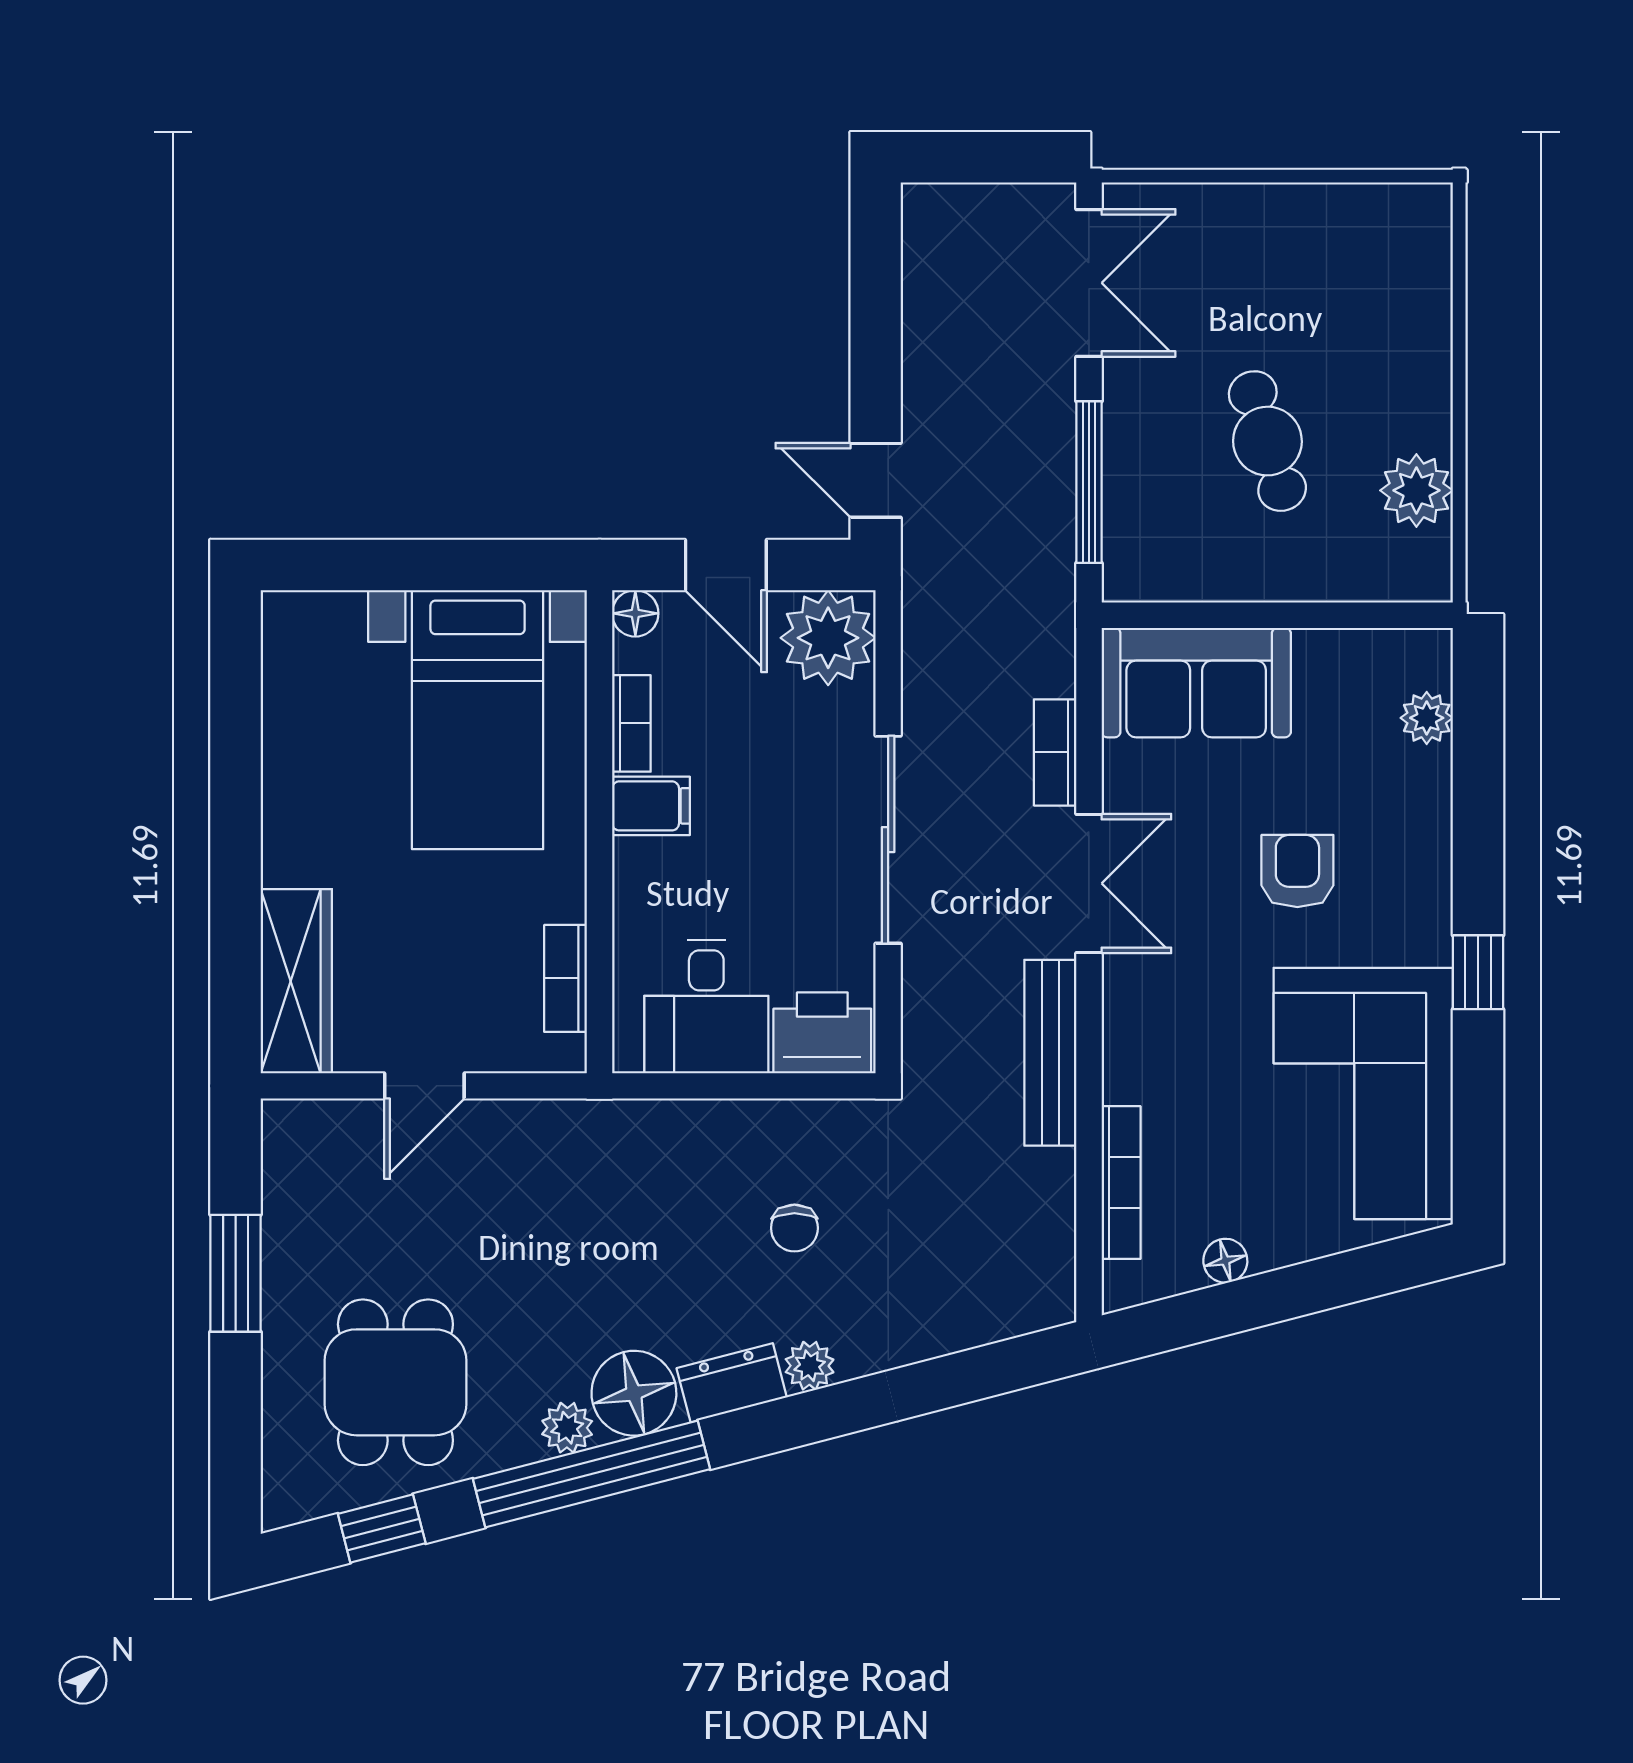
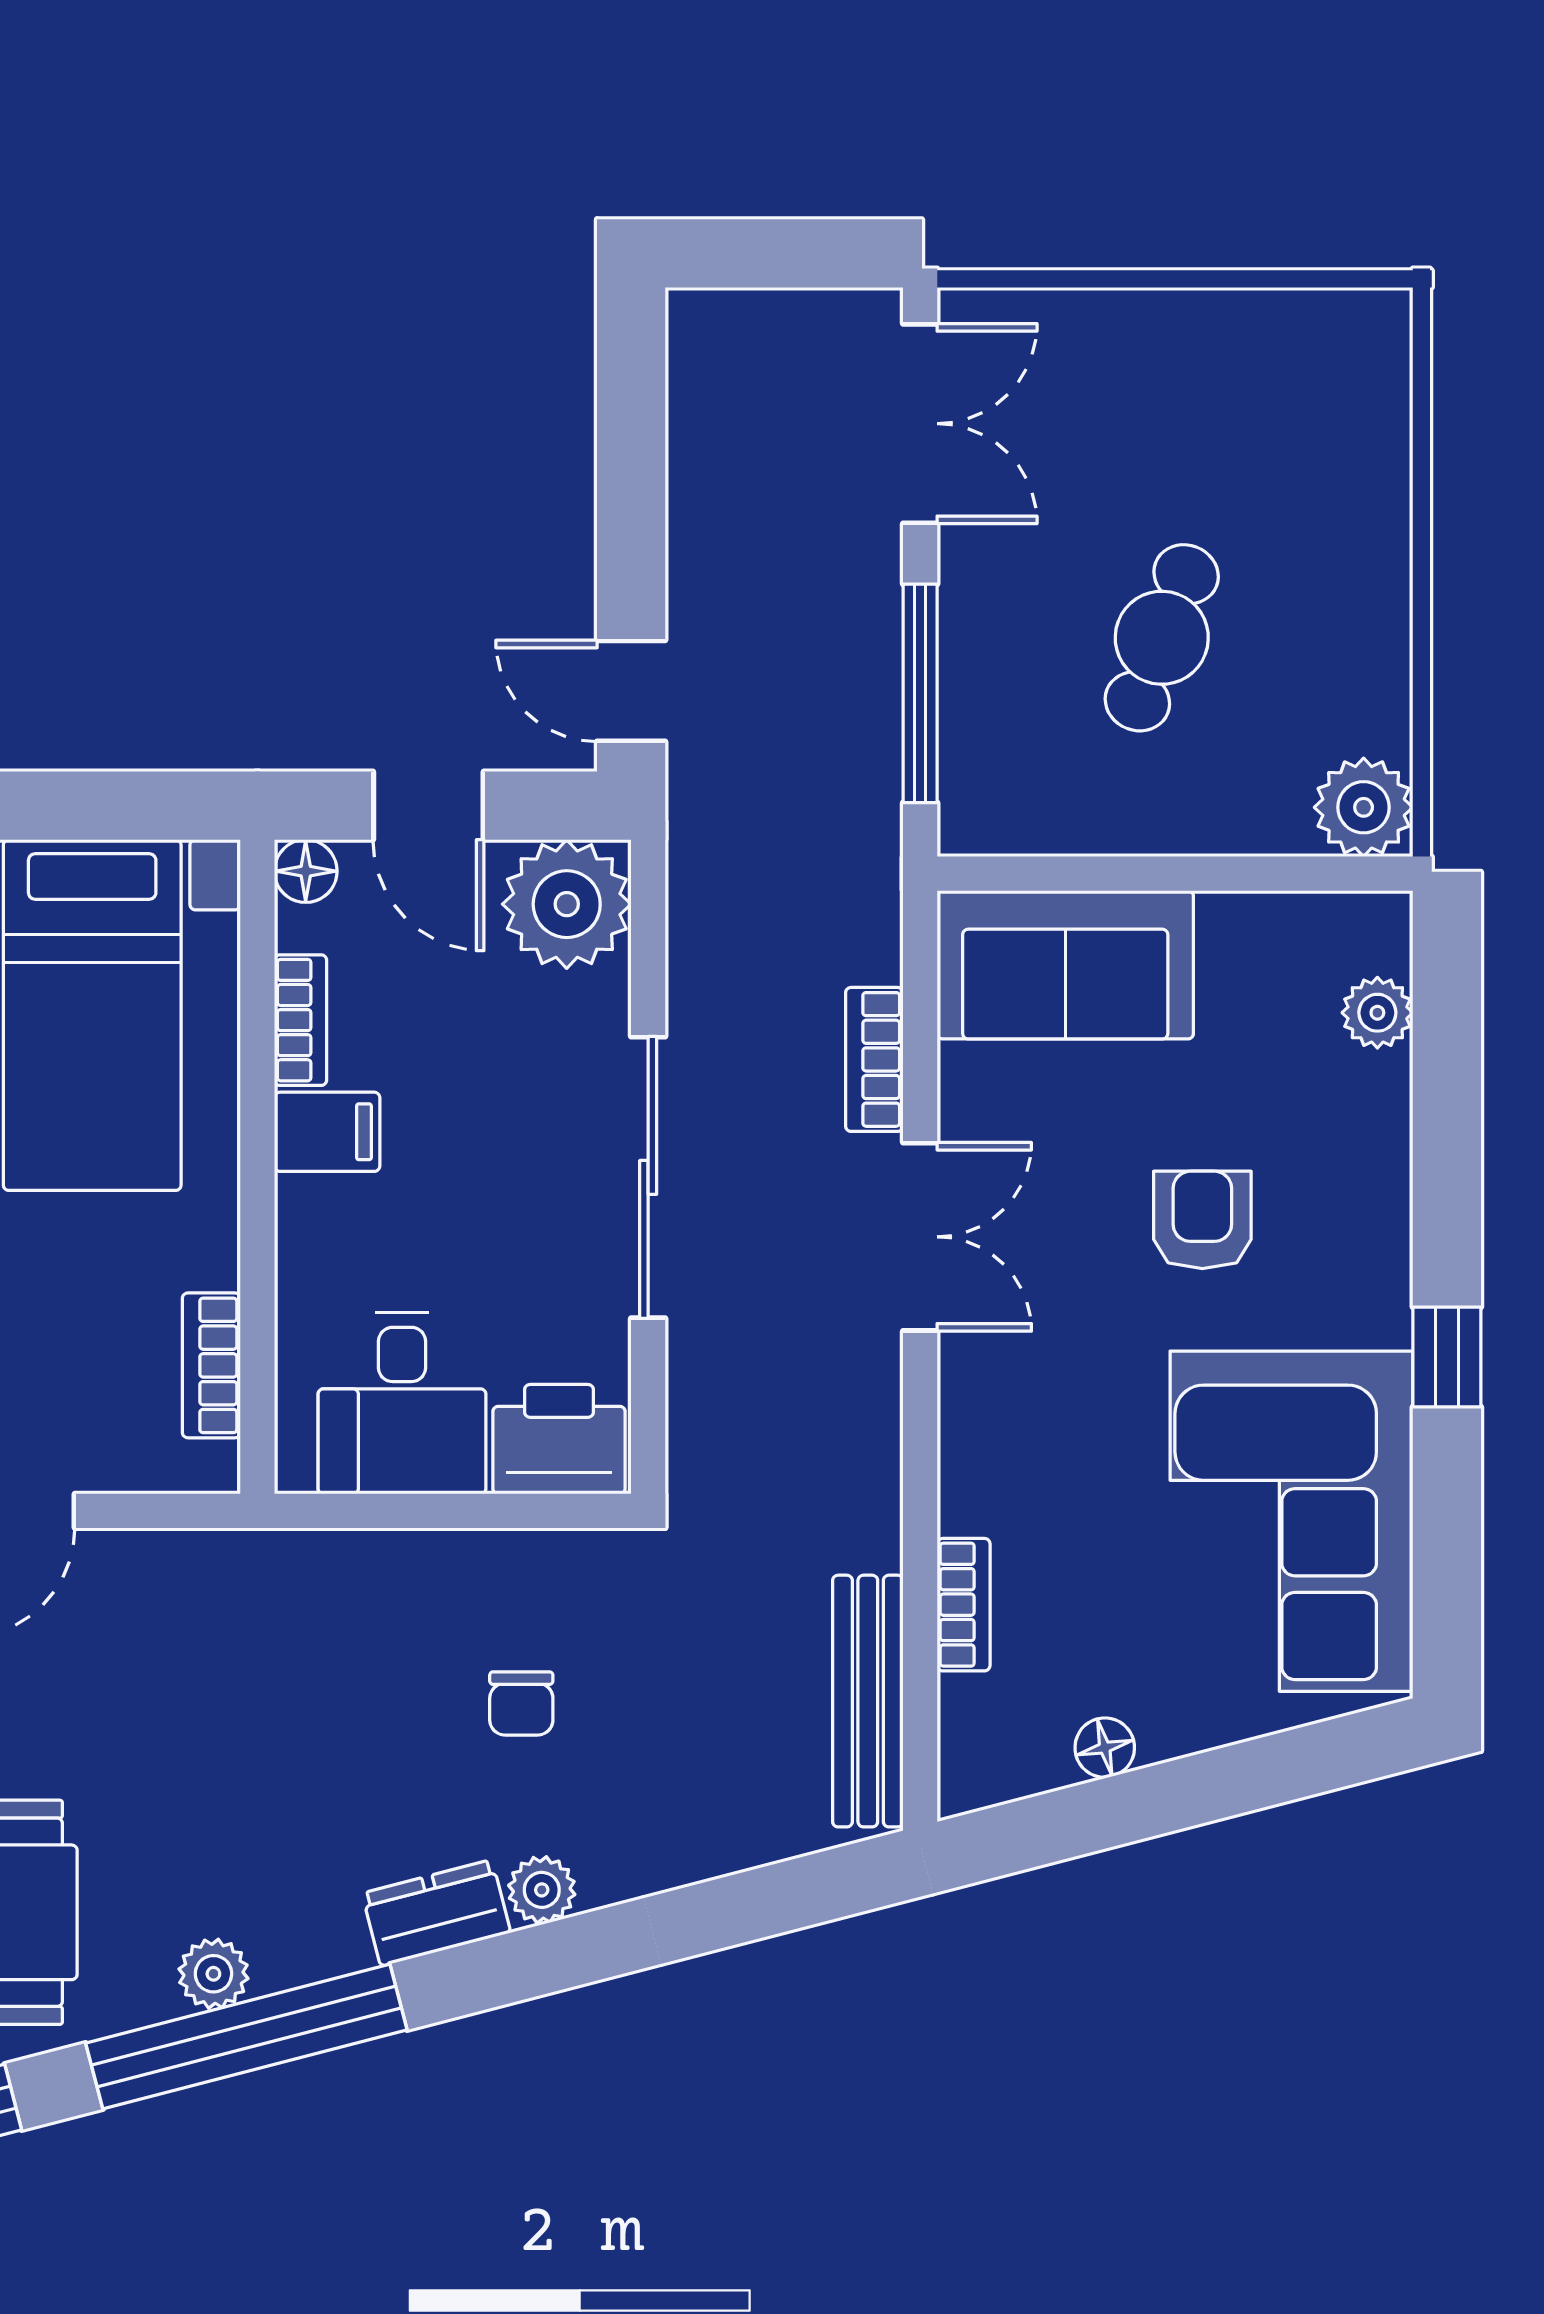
cafe table: (1267, 441) -> (1162, 638), turned 38
plant: (1416, 490) -> (1364, 807), moved
bench: (1050, 1053) -> (868, 1701), moved
bookcase: (1121, 1183) -> (964, 1605), width x0.64
floor lamp: (634, 1393) -> (304, 1927), removed

